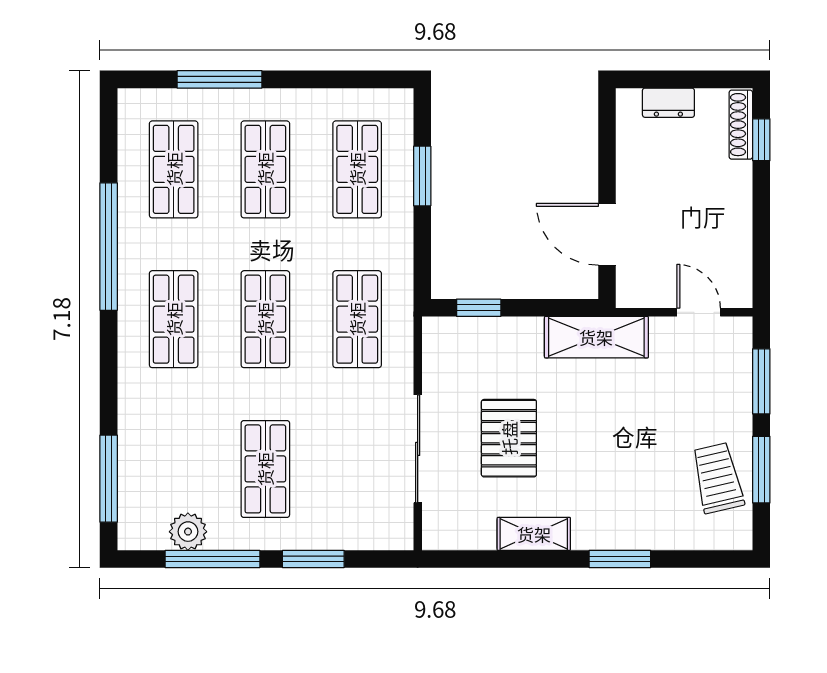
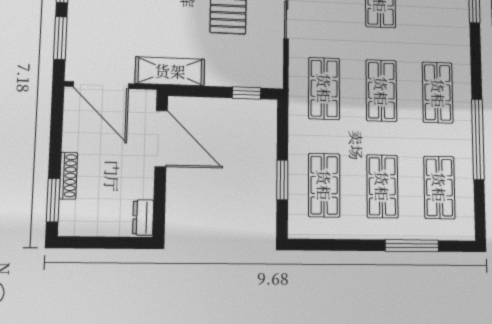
dresser: (668, 103) -> (143, 218), moved, turned -90
shoe rack: (741, 125) -> (68, 176), moved
window: (761, 140) -> (53, 200), width x1.50
door: (607, 234) -> (161, 139), width x1.36
door: (699, 312) -> (101, 85), width x1.87

